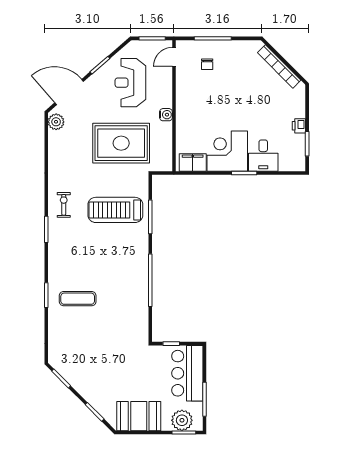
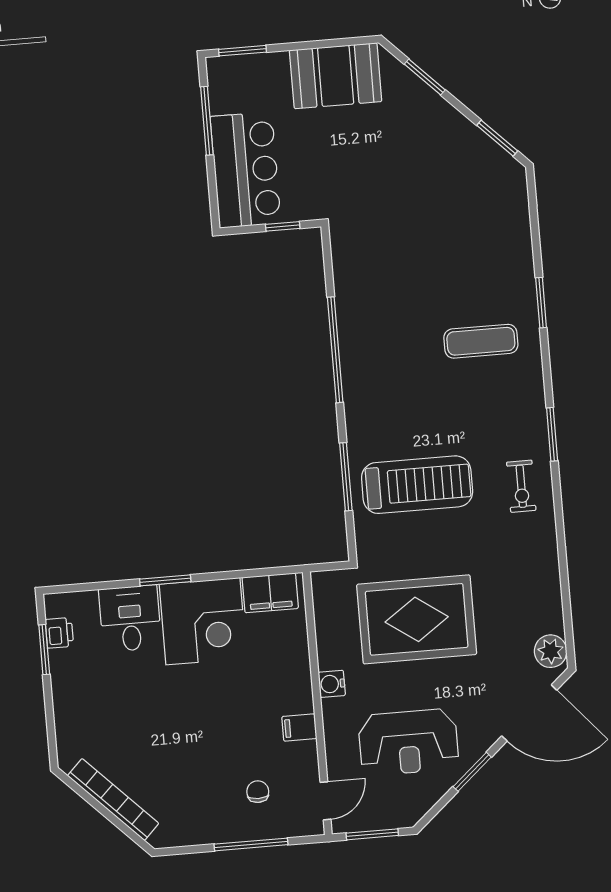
reception desk: (130, 83) -> (408, 742), turned 90
filing cabinet: (184, 94) -> (299, 728), added
printer: (299, 126) -> (59, 633), moved
exercise mat: (78, 299) -> (481, 341), moved
plant: (182, 420) -> (248, 75), removed

